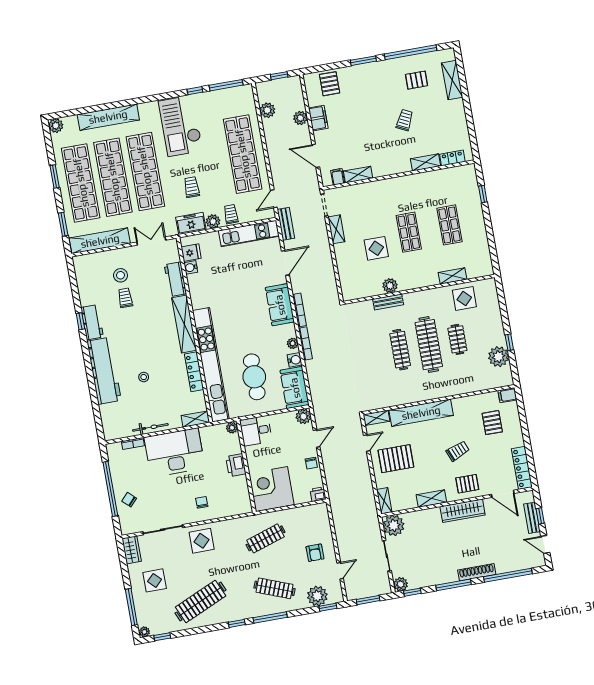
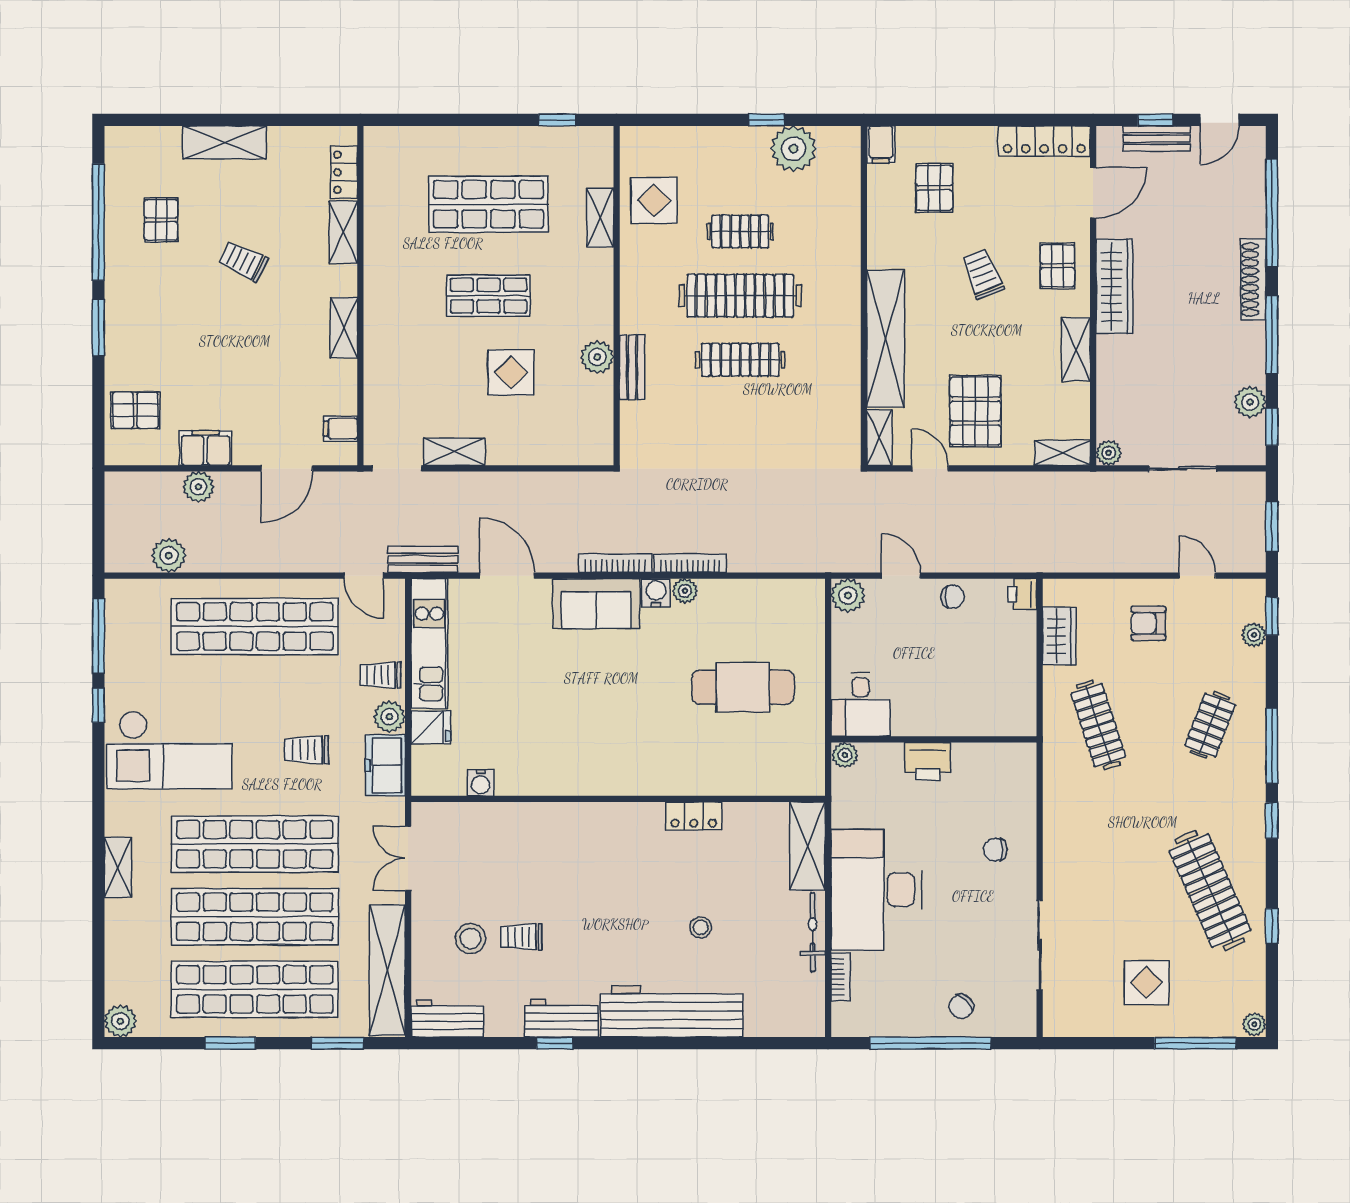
window: (279, 76) -> (98, 517), removed
shelving: (452, 80) -> (225, 142), moved
shelving: (108, 117) -> (118, 867), width x0.45, depth x0.75
shelving: (358, 175) -> (344, 328), moved
window: (483, 194) -> (557, 120), moved
shop shelf: (450, 225) -> (489, 204), width x1.43, depth x1.36
fridge: (191, 253) -> (431, 727), moved, turned 90
workbench: (175, 279) -> (447, 1019), moved, turned 180
shelving: (184, 324) -> (601, 819), removed
water cooler: (295, 360) -> (656, 593), moved
kitchen unit: (211, 365) -> (700, 777), removed
locker: (194, 372) -> (694, 816), width x0.66
sofa: (295, 388) -> (782, 604), removed
shelving: (195, 419) -> (807, 846), width x1.50, depth x1.33
pallet: (492, 423) -> (934, 188), turned 90
corner desk: (271, 489) -> (993, 693), removed
plant: (394, 525) -> (1109, 453), width x0.53, depth x0.53
display table: (202, 541) -> (1079, 865), removed
wardrobe: (132, 550) -> (1059, 636), moved, turned 90
armchair: (315, 553) -> (1148, 623), turned 180
plant: (401, 584) -> (1250, 402), moved
clothes rail: (274, 588) -> (1210, 725), width x0.73
plant: (317, 596) -> (1254, 635), width x0.53, depth x0.53
window: (162, 637) -> (1272, 926), moved

